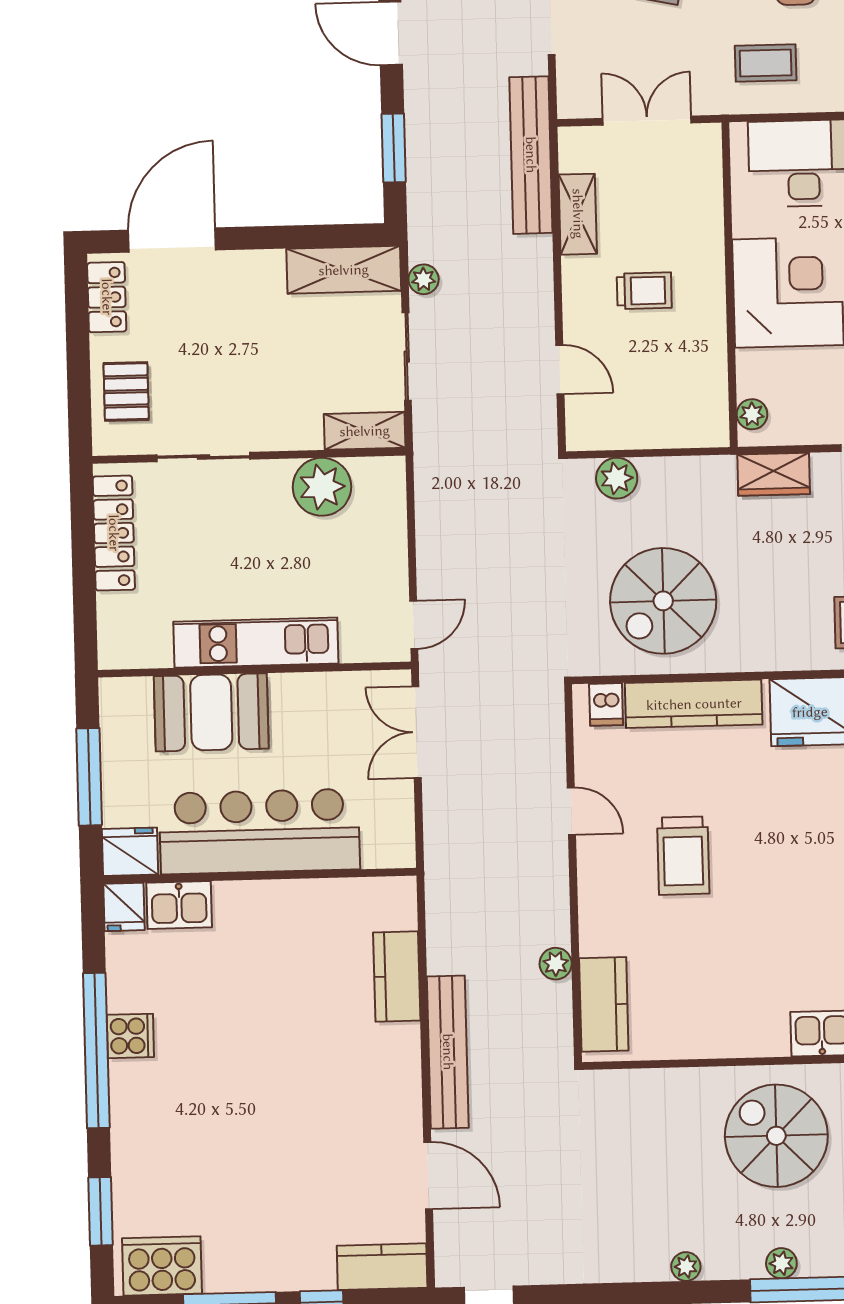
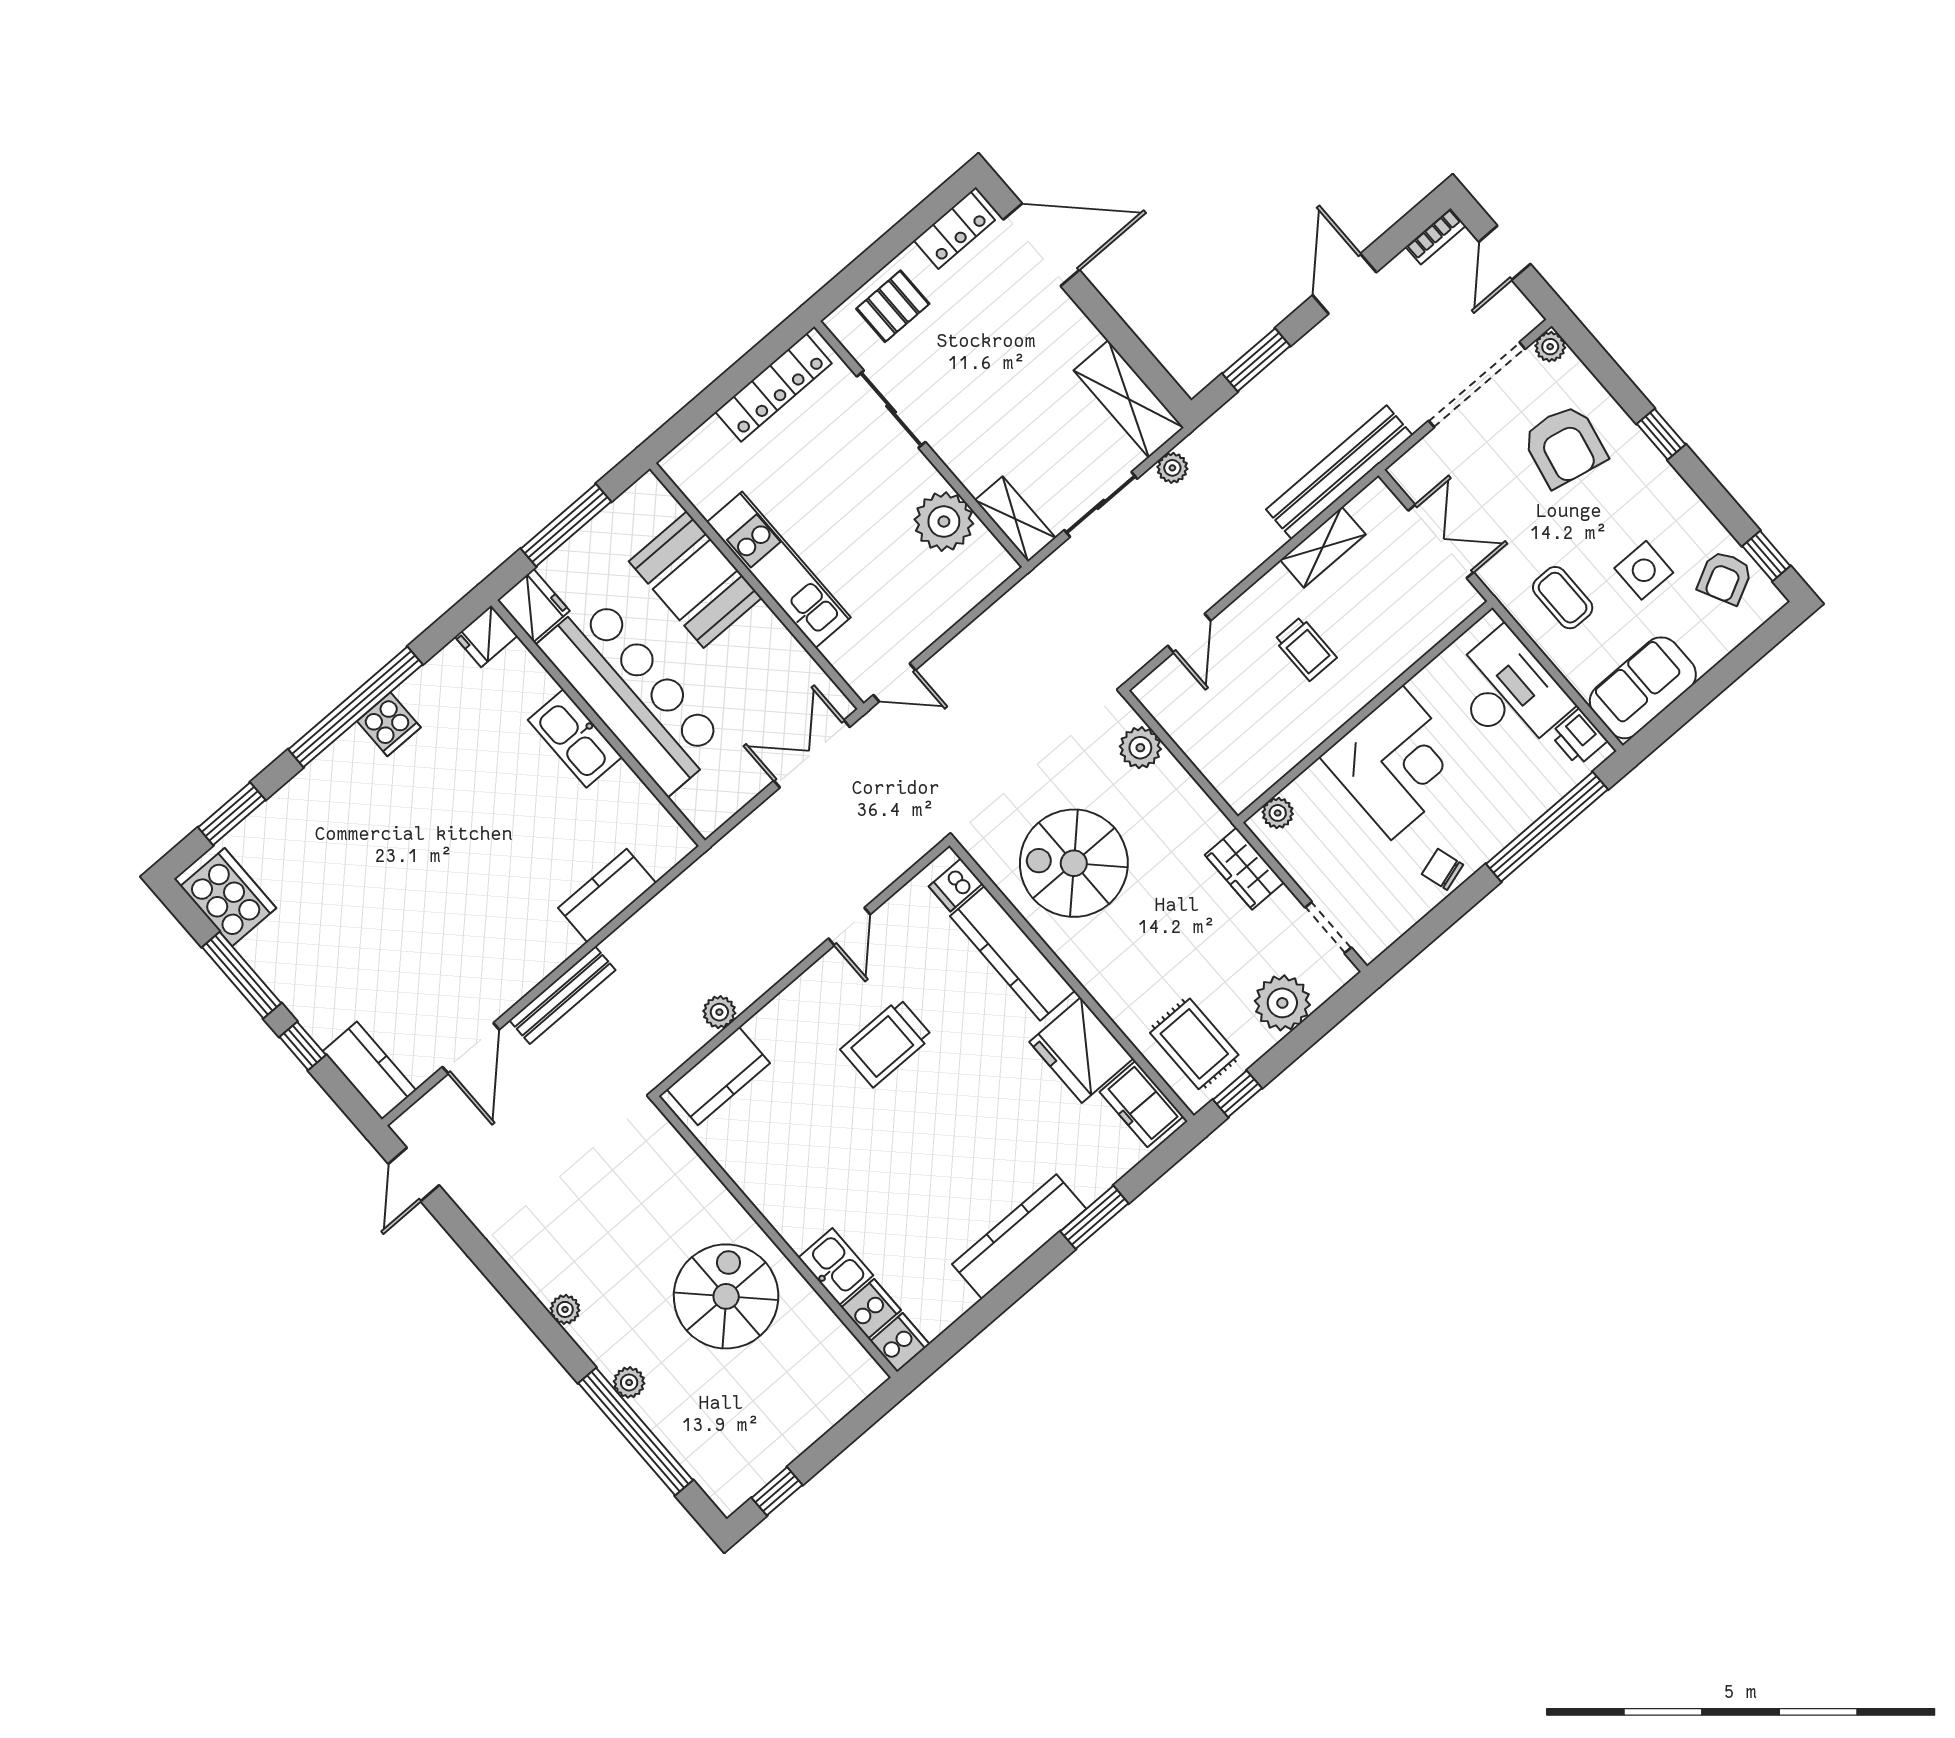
kitchen sink: (179, 905) -> (575, 738), moved, width x1.38
bench: (448, 1052) -> (562, 995), width x0.73, depth x0.82

